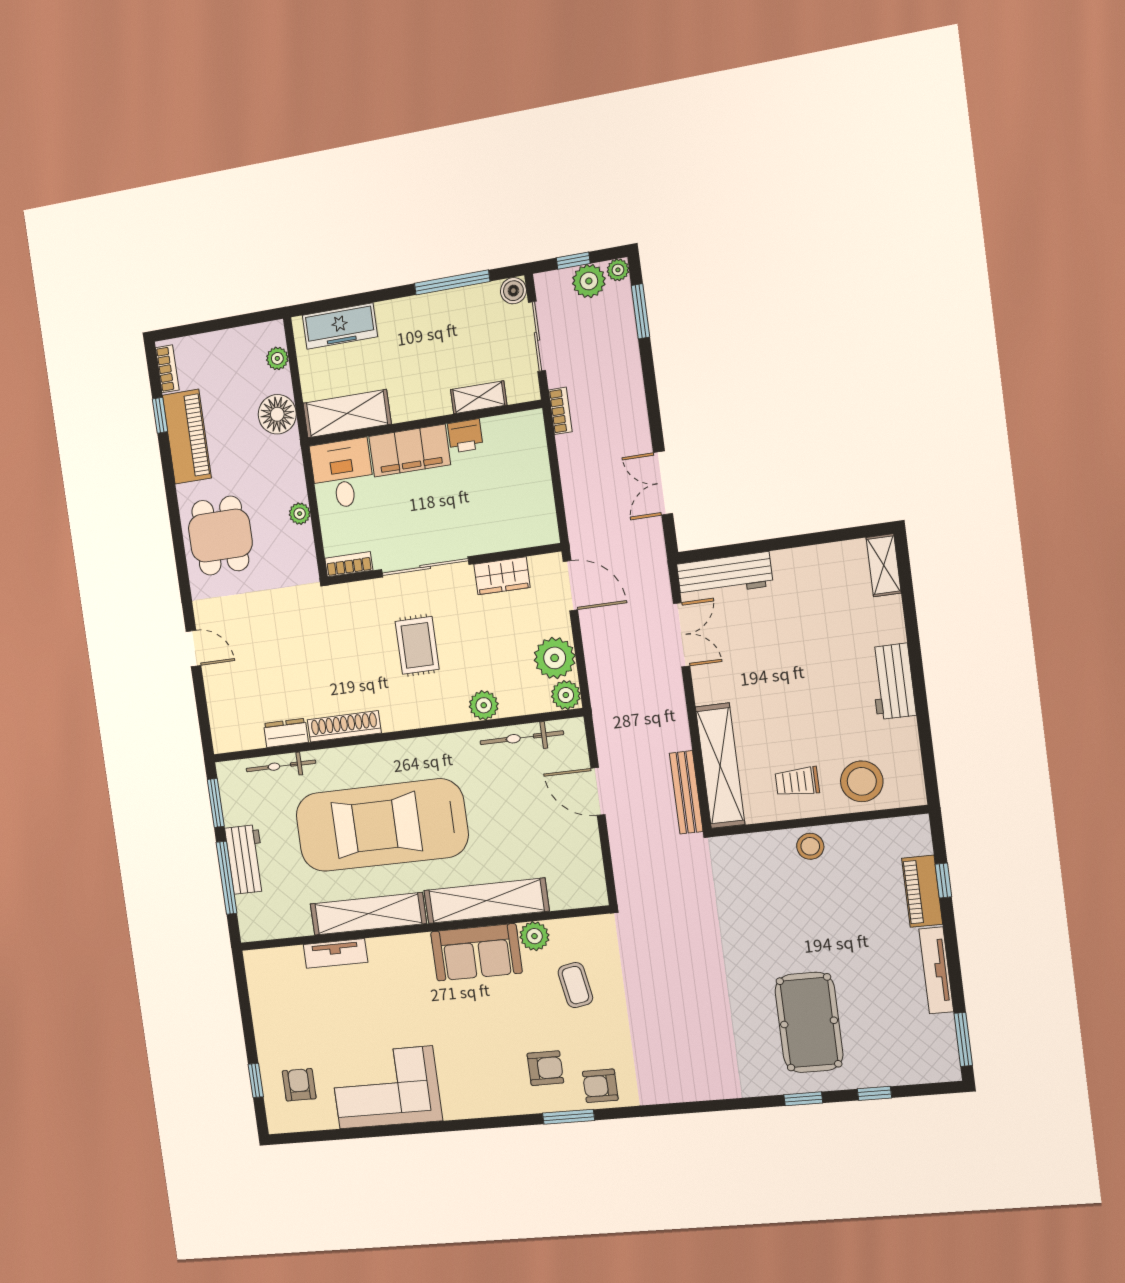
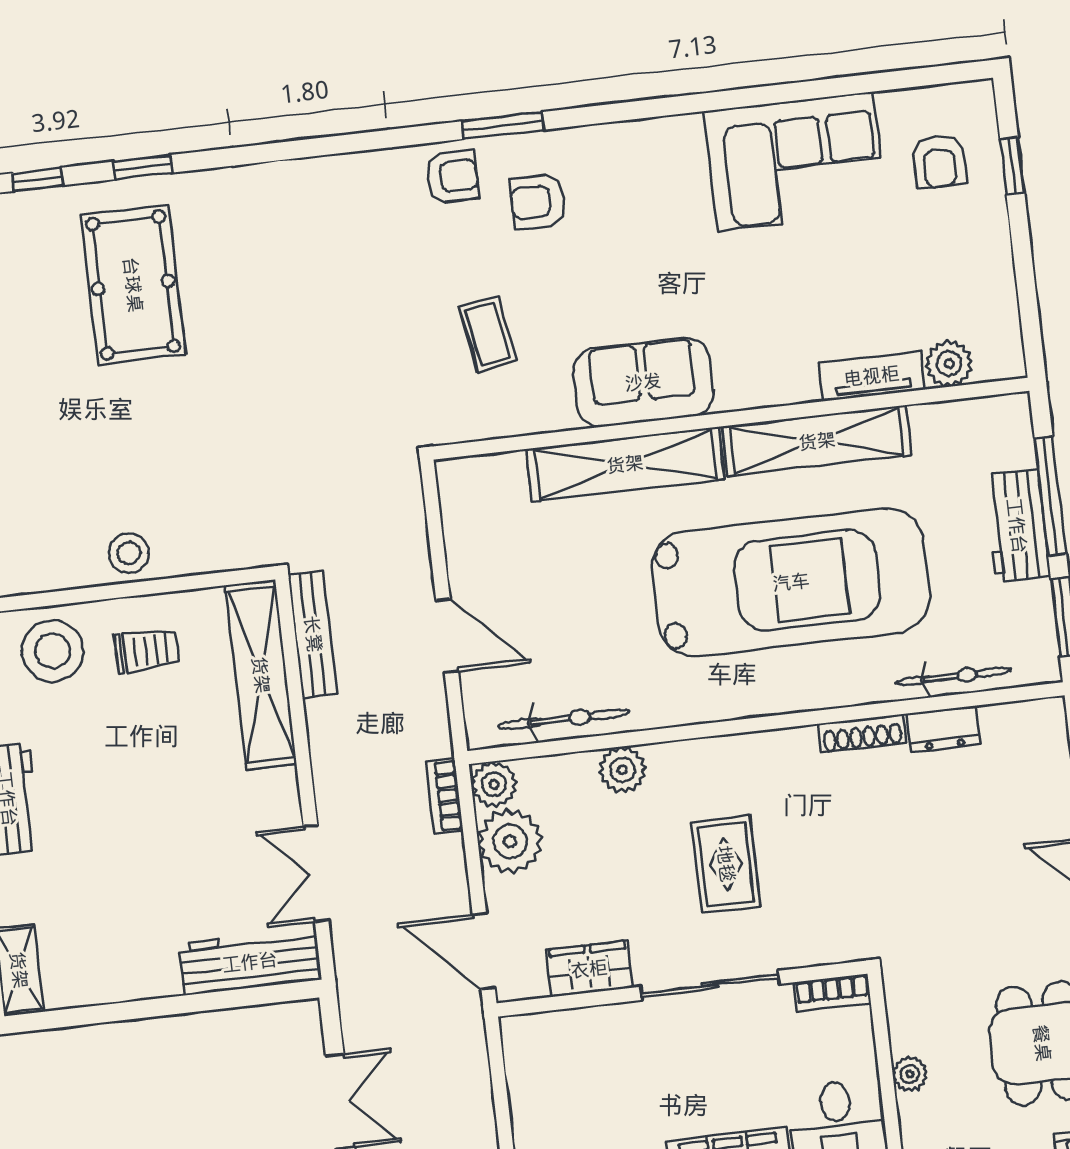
bookcase: (598, 687) -> (444, 796), added
shoe rack: (344, 726) -> (862, 733), width x0.74, depth x0.81
plant: (534, 936) -> (949, 363), moved

